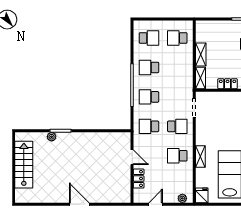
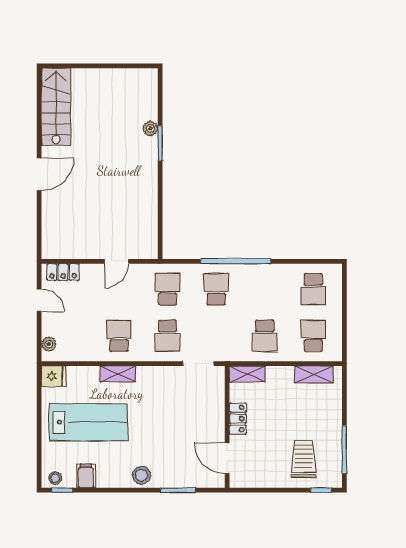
shelving: (201, 54) -> (314, 374), moved
school desk: (149, 67) -> (265, 336), moved, turned 180
stairs: (24, 165) -> (56, 107), moved, turned -90
locker: (139, 179) -> (63, 272), moved

